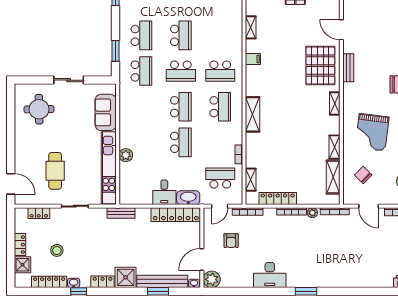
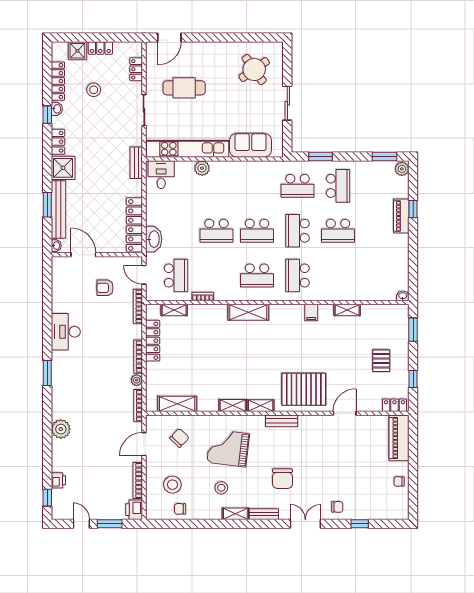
school desk: (141, 35) -> (338, 186), turned -90
bench: (348, 68) -> (282, 421), moved
round table: (39, 109) -> (254, 70), turned -34
shelving: (335, 147) -> (233, 405), moved
desk: (164, 192) -> (161, 175), moved, turned 90
plant: (212, 279) -> (61, 429), moved

